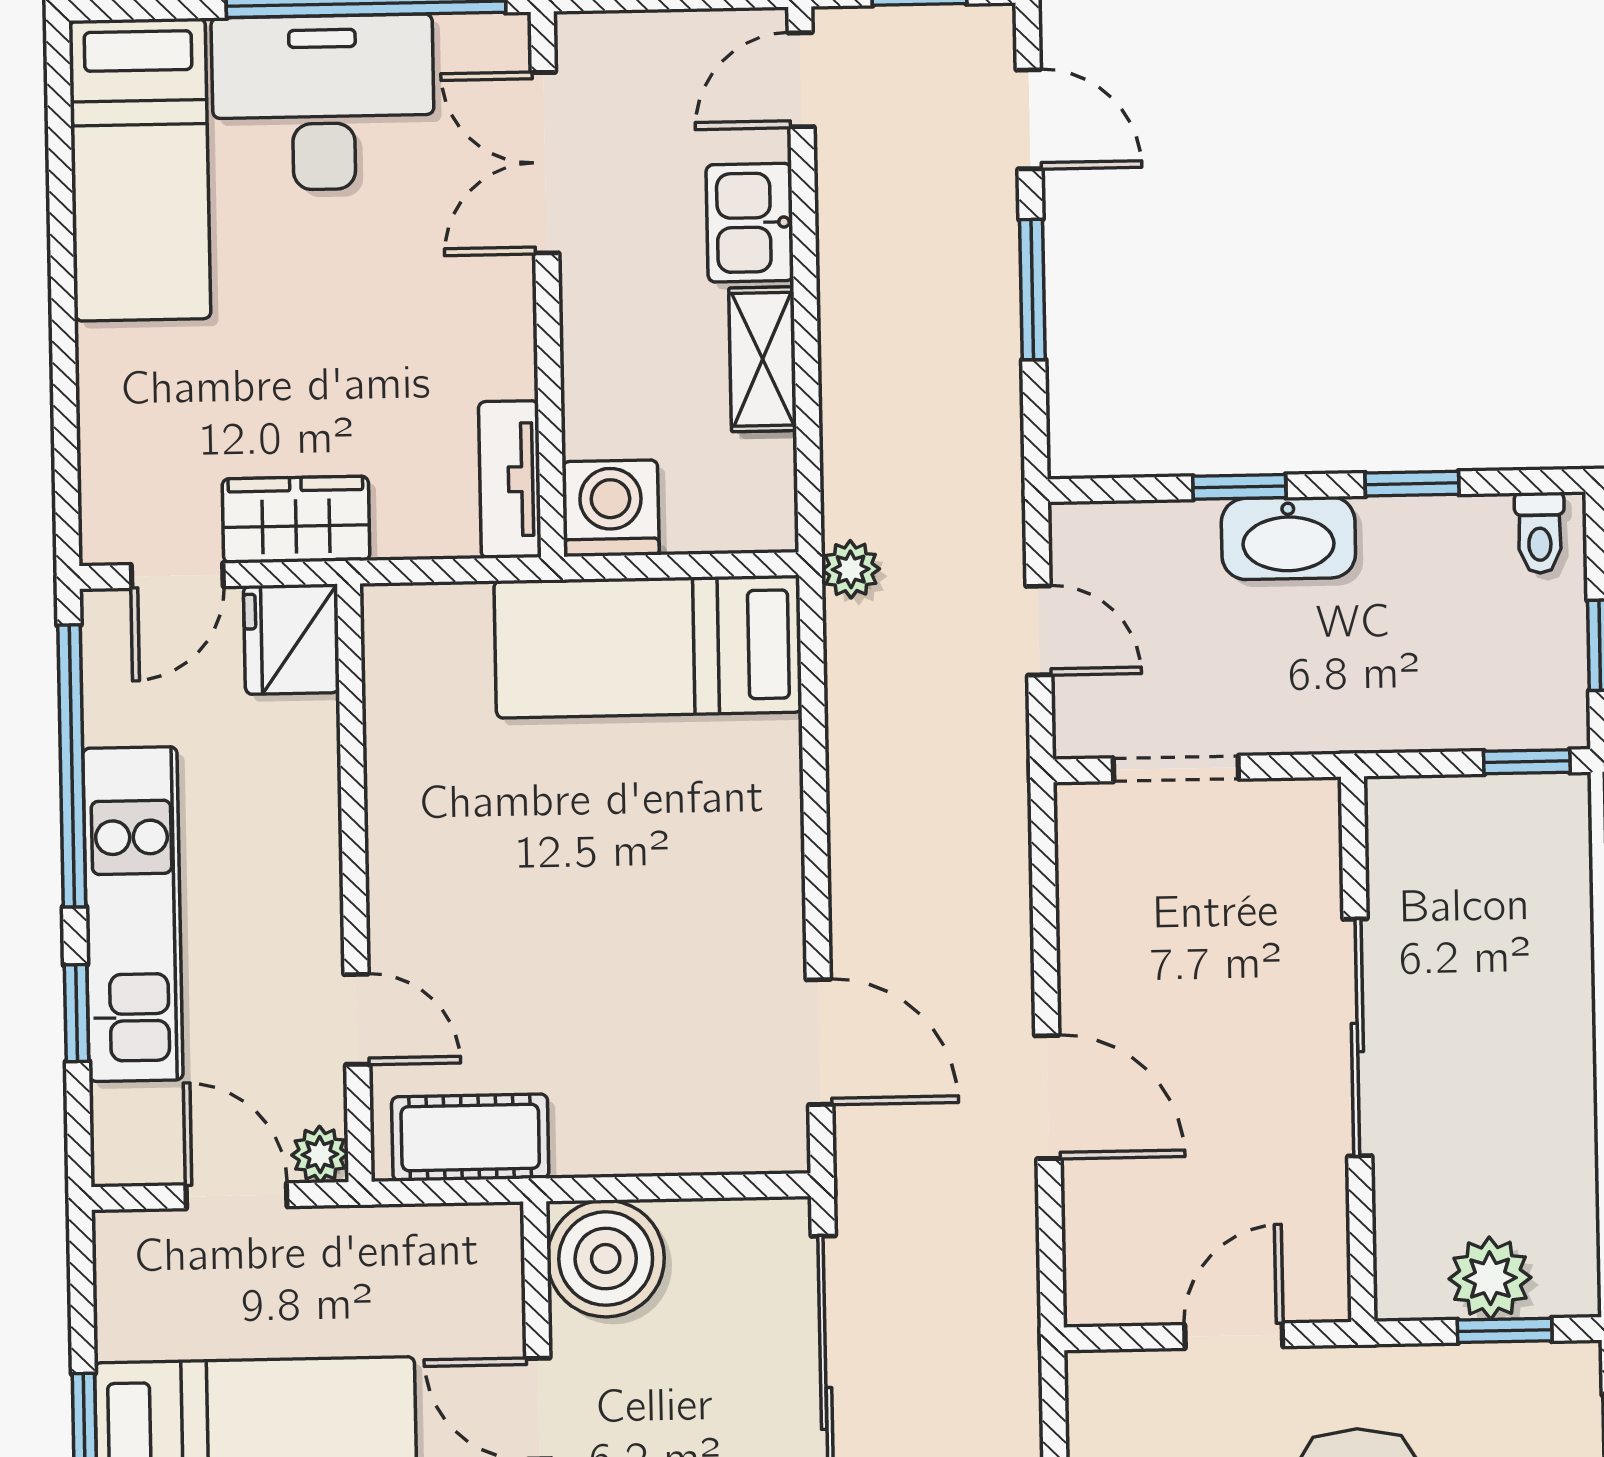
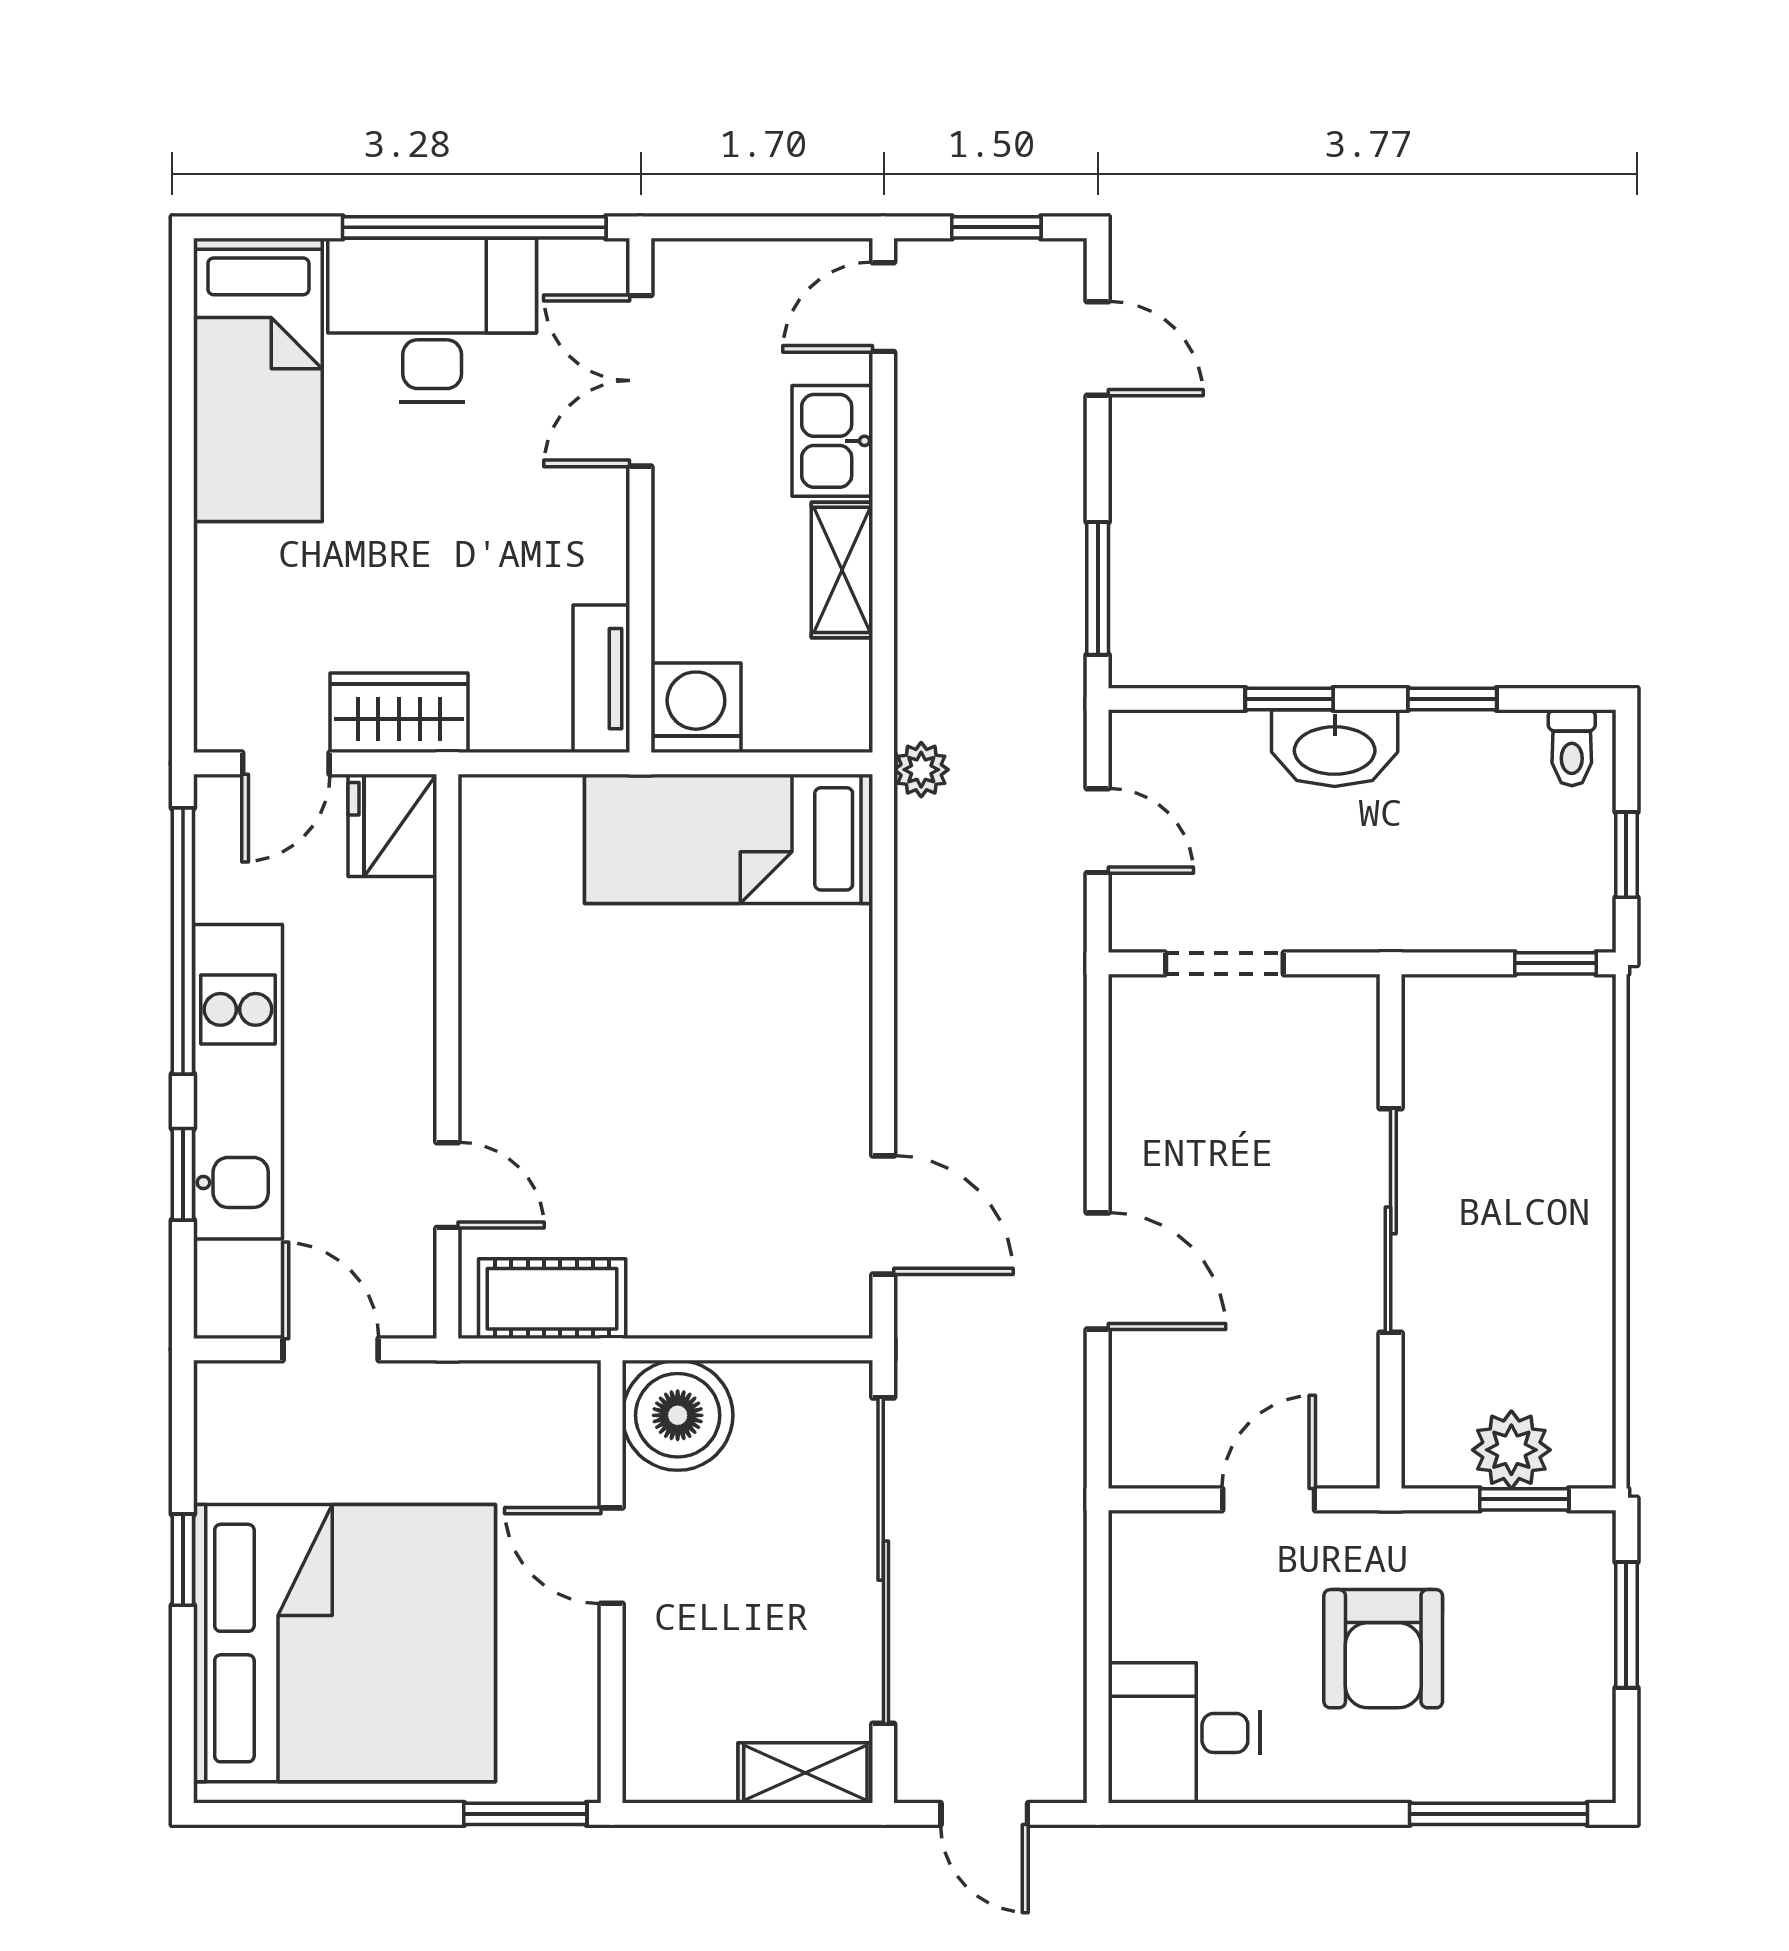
window: (1032, 290) -> (1098, 588), moved
plant: (320, 1154) -> (410, 1312), removed

